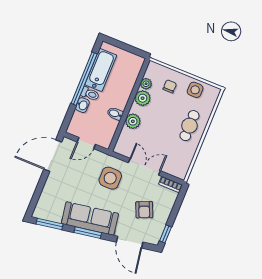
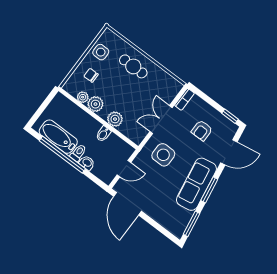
door: (86, 143) -> (124, 169), hinge flipped
armchair: (144, 210) -> (202, 130), turned 113

